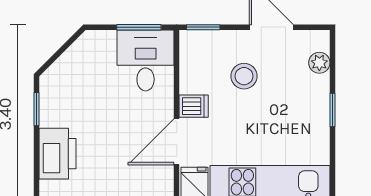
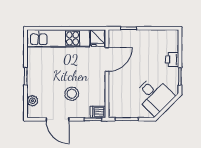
desk: (146, 60) -> (154, 96), moved, turned -45
dishwasher: (194, 106) -> (98, 112), moved
printer: (57, 154) -> (172, 60), width x0.53, depth x0.68

